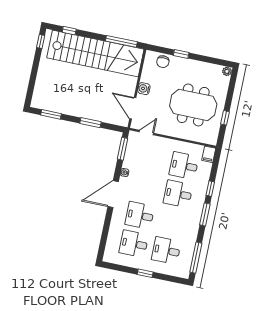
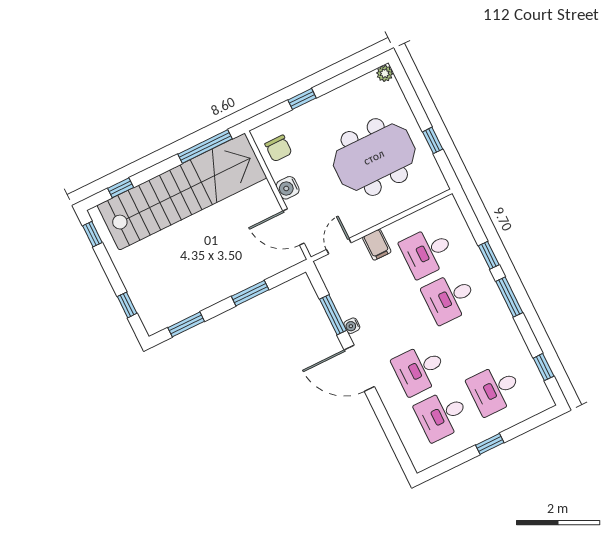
chair: (163, 62) -> (278, 148), moved
window: (31, 85) -> (127, 305), added
window: (123, 149) -> (333, 315), moved
filing cabinet: (209, 154) -> (377, 245), moved
door: (113, 194) -> (359, 368), hinge flipped
window: (196, 258) -> (544, 367), width x0.46

